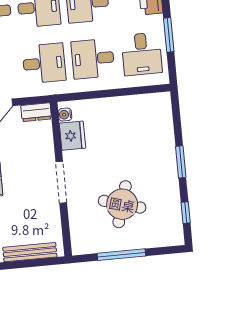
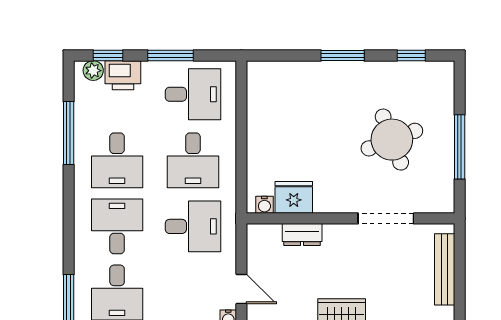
desk: (44, 63) -> (193, 226), turned 90
dresser: (36, 112) -> (302, 235), moved, turned 90
doorway: (61, 182) -> (386, 218), moved
round table: (122, 204) -> (392, 140), turned -37

